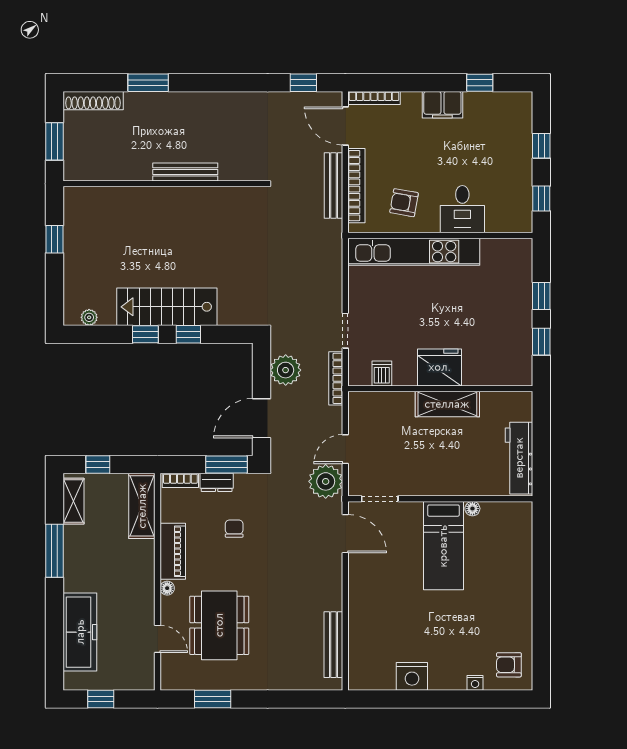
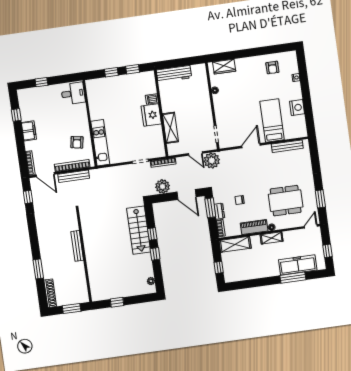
door: (345, 126) -> (45, 175), hinge flipped
window: (541, 198) -> (66, 79), removed
desk: (462, 209) -> (73, 93), moved
kitchen unit: (414, 252) -> (100, 143), width x0.73
stairs: (167, 307) -> (139, 230), moved
dishwasher: (382, 373) -> (152, 99), moved
shelving: (447, 404) -> (170, 128), moved
workbench: (519, 458) -> (174, 74), moved
shelving: (73, 501) -> (272, 238), moved
door: (345, 534) -> (251, 146), moved
wardrobe: (519, 535) -> (224, 67), added
bed: (443, 546) -> (272, 120), moved, turned -90
window: (54, 551) -> (293, 278), moved
door: (158, 639) -> (311, 226), moved
armchair: (509, 665) -> (272, 68), moved

